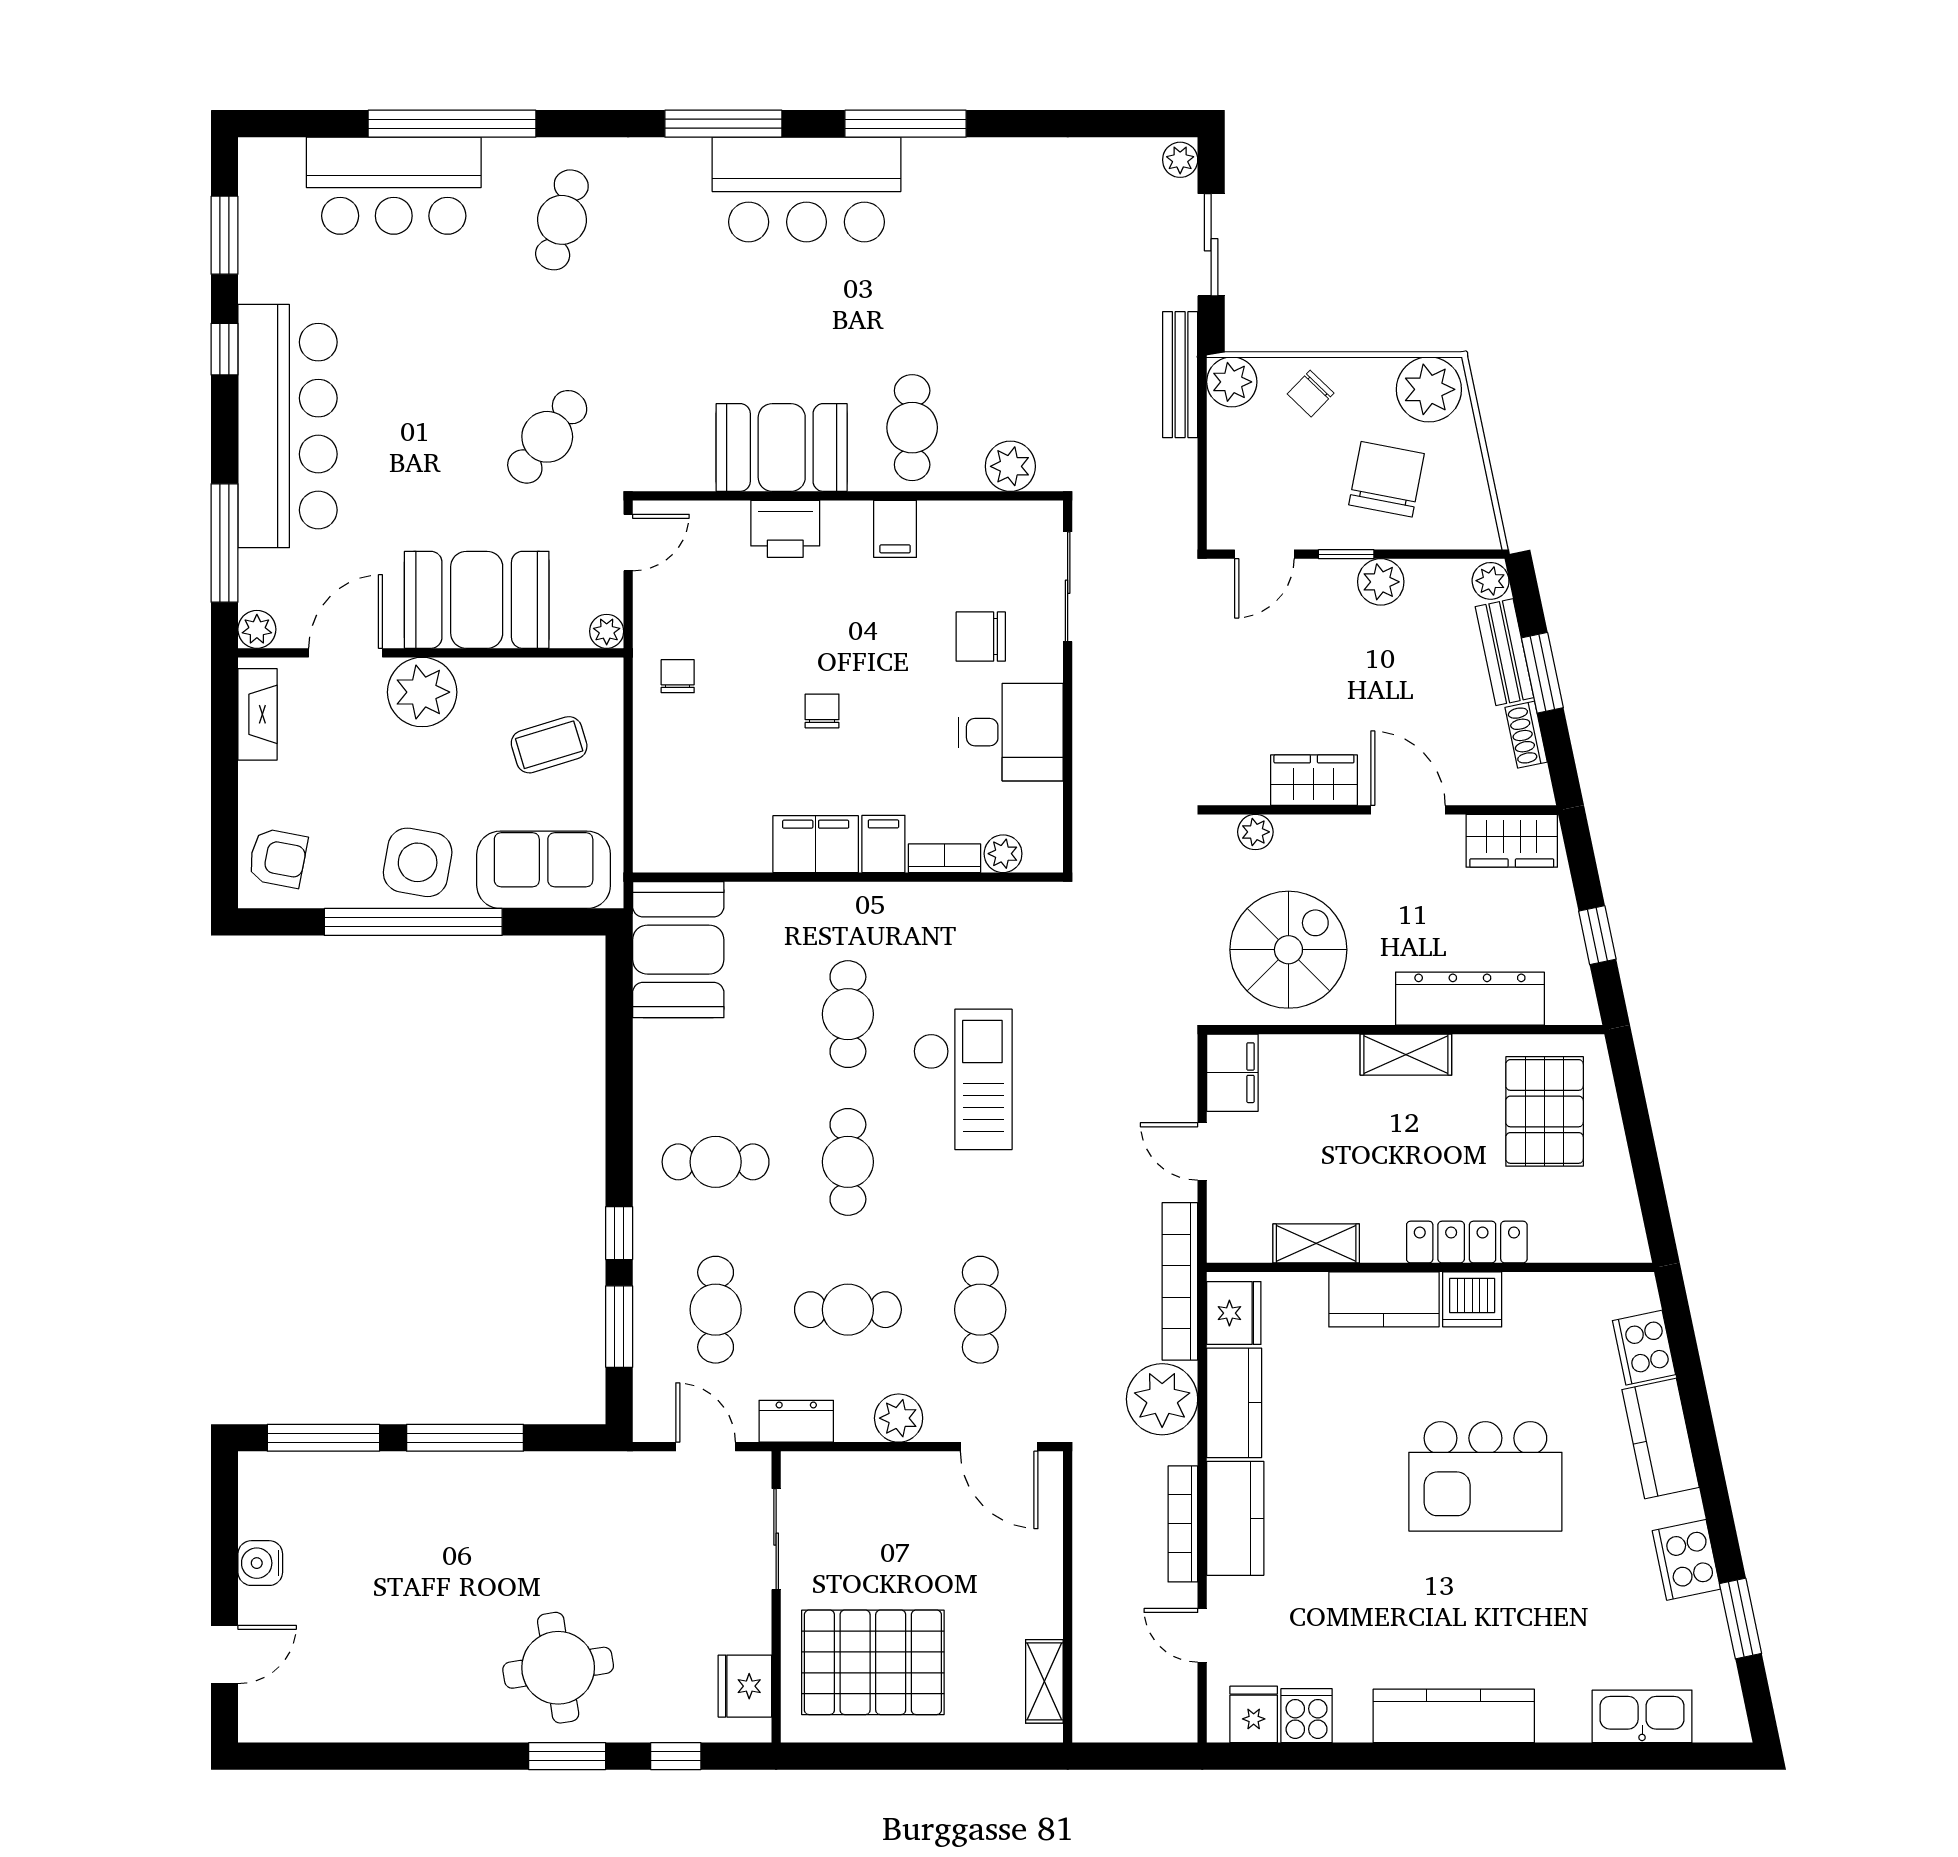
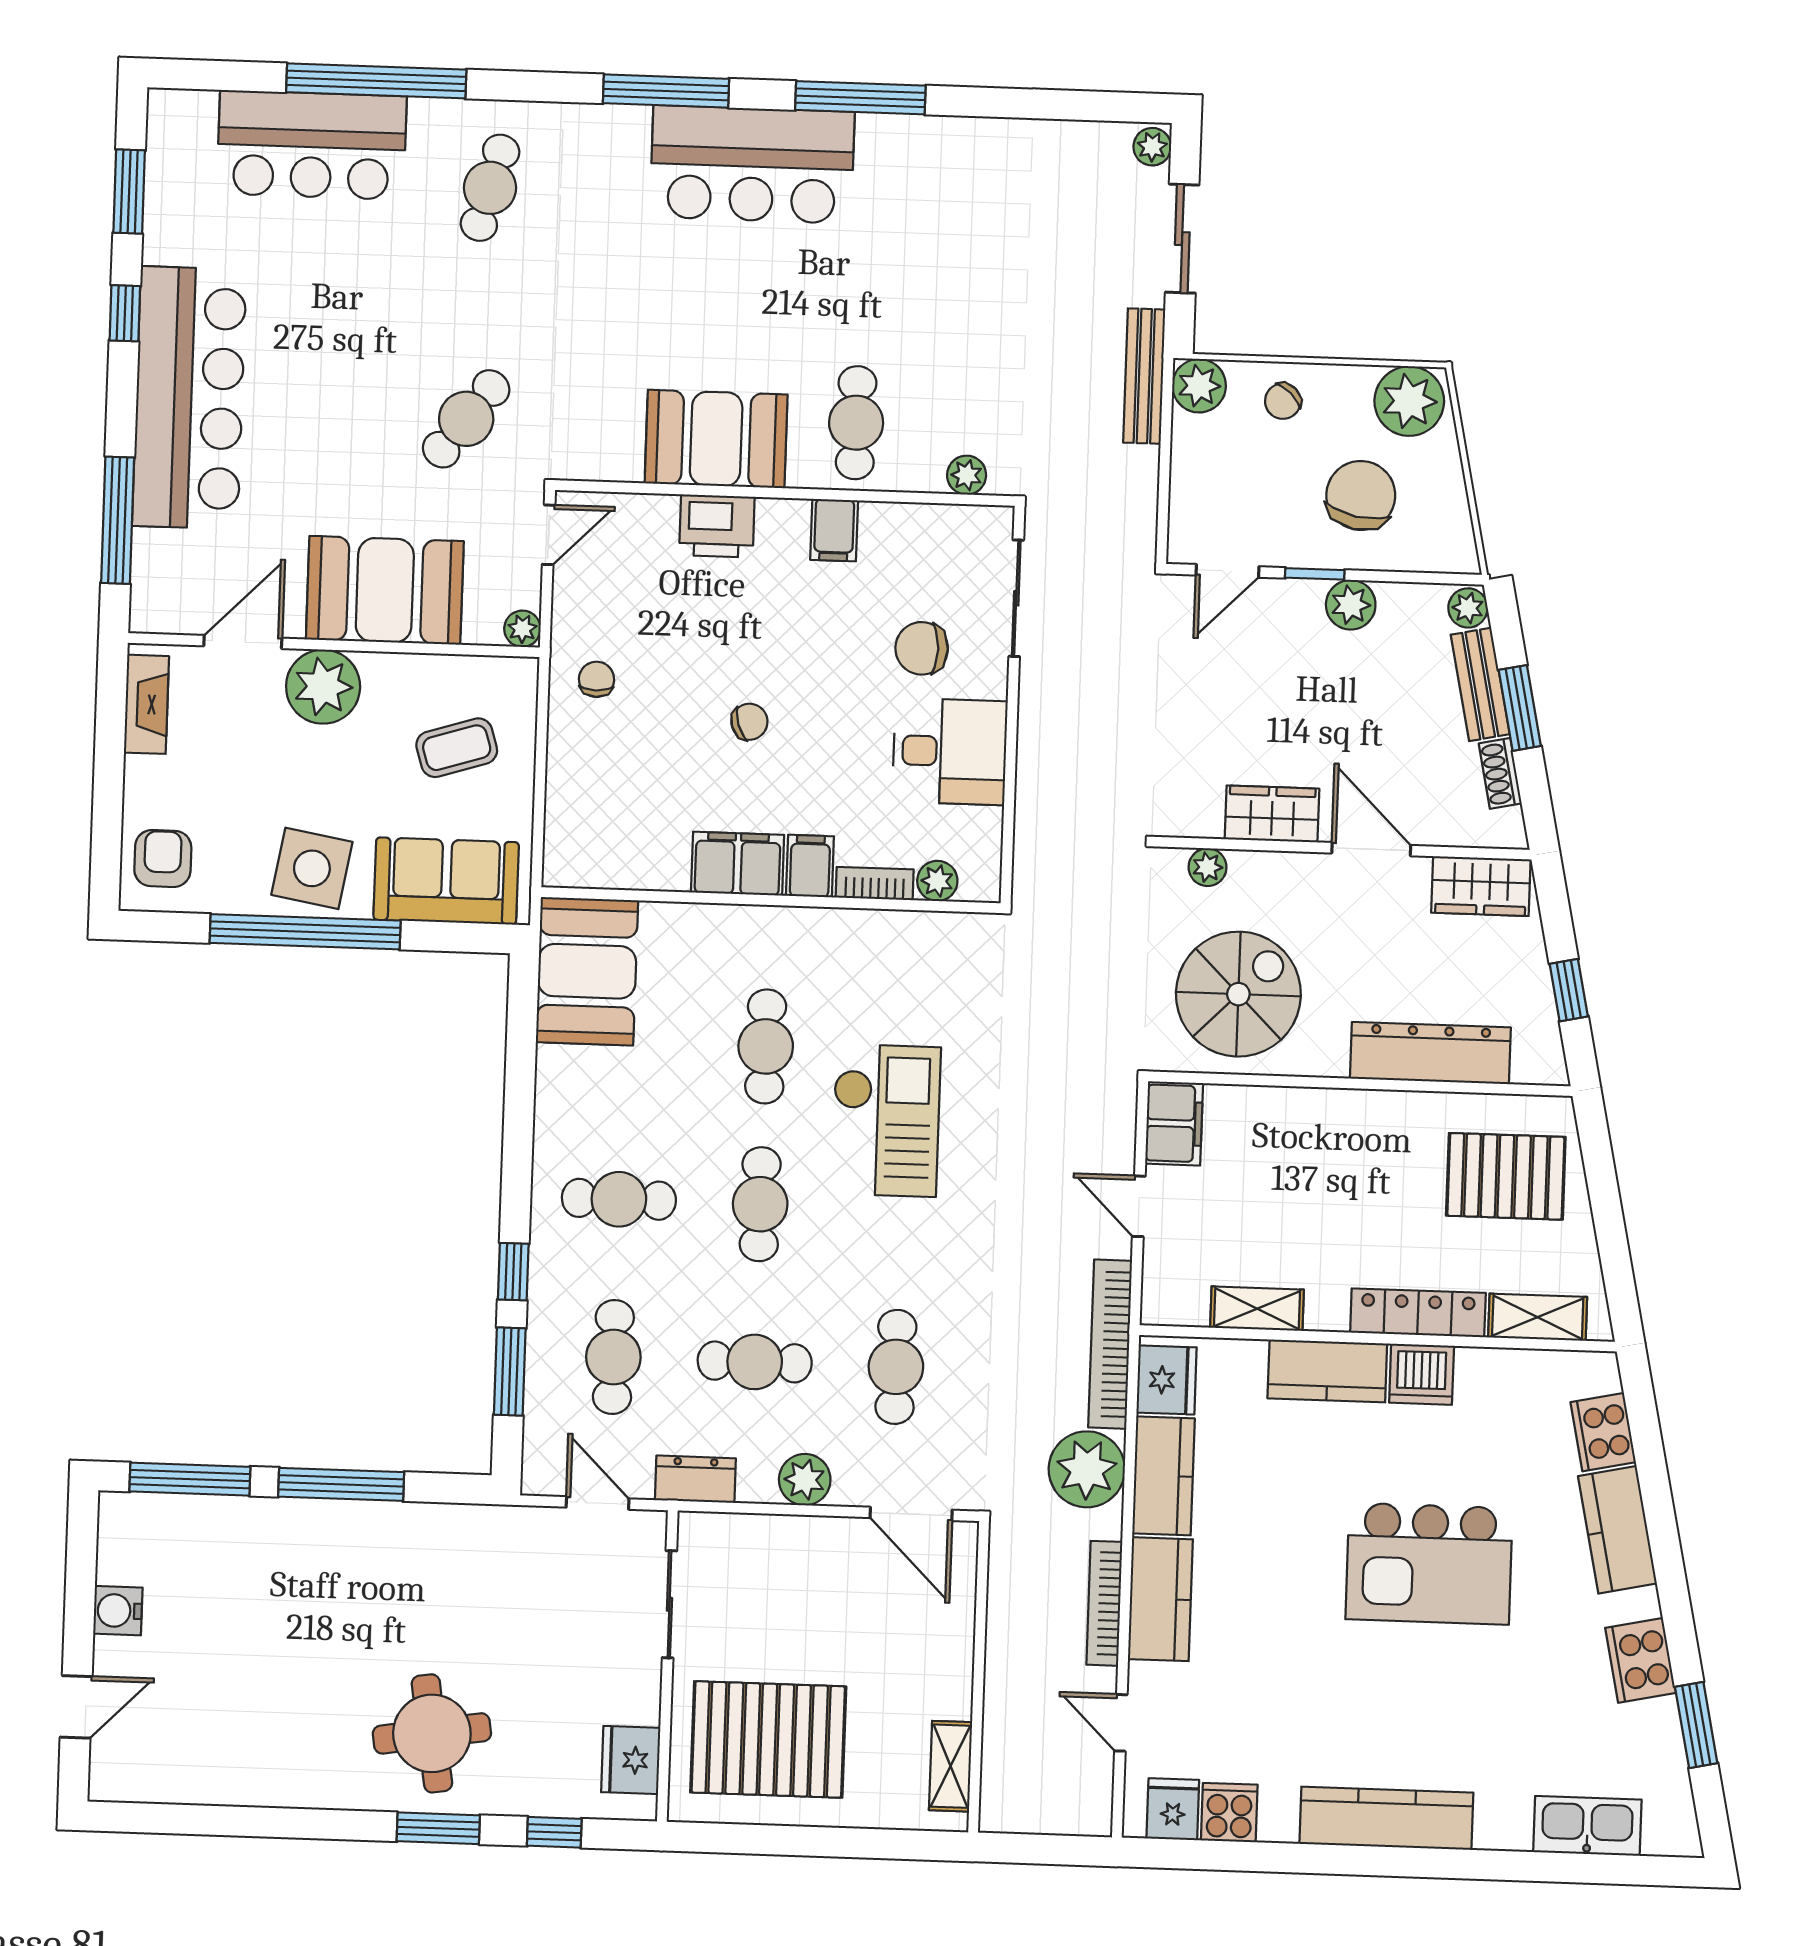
plant: (1010, 466) -> (967, 475), width x0.73, depth x0.73
plant: (257, 629) -> (149, 614), removed
chair: (822, 711) -> (749, 722), turned 72
armchair: (278, 858) -> (163, 859), turned -101
shelving: (1406, 1055) -> (1538, 1317), moved
pallet: (1545, 1111) -> (1506, 1176), turned 90

